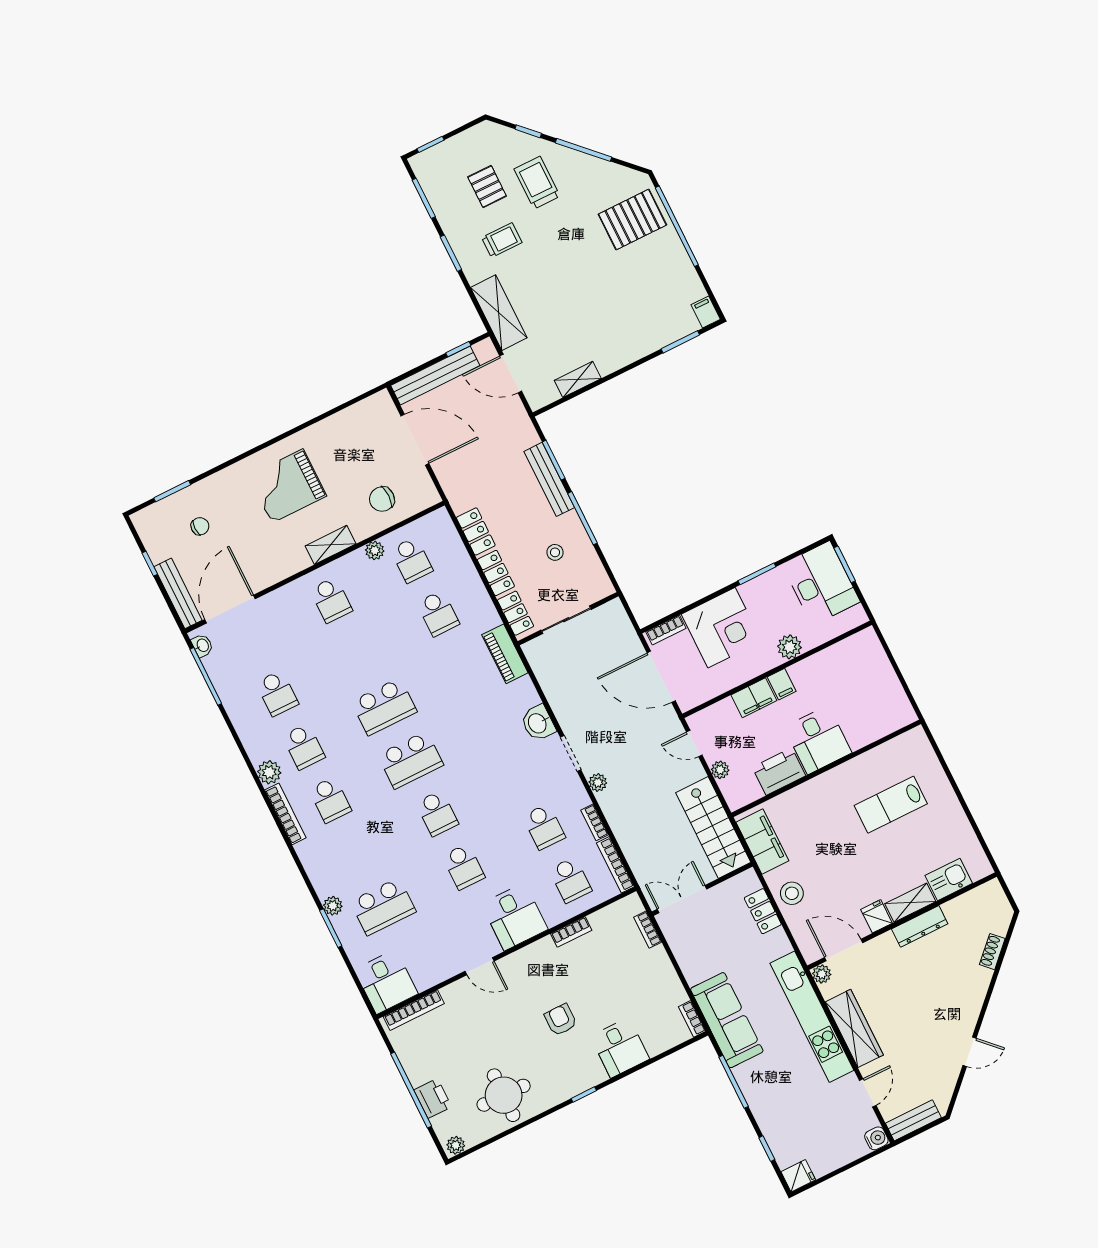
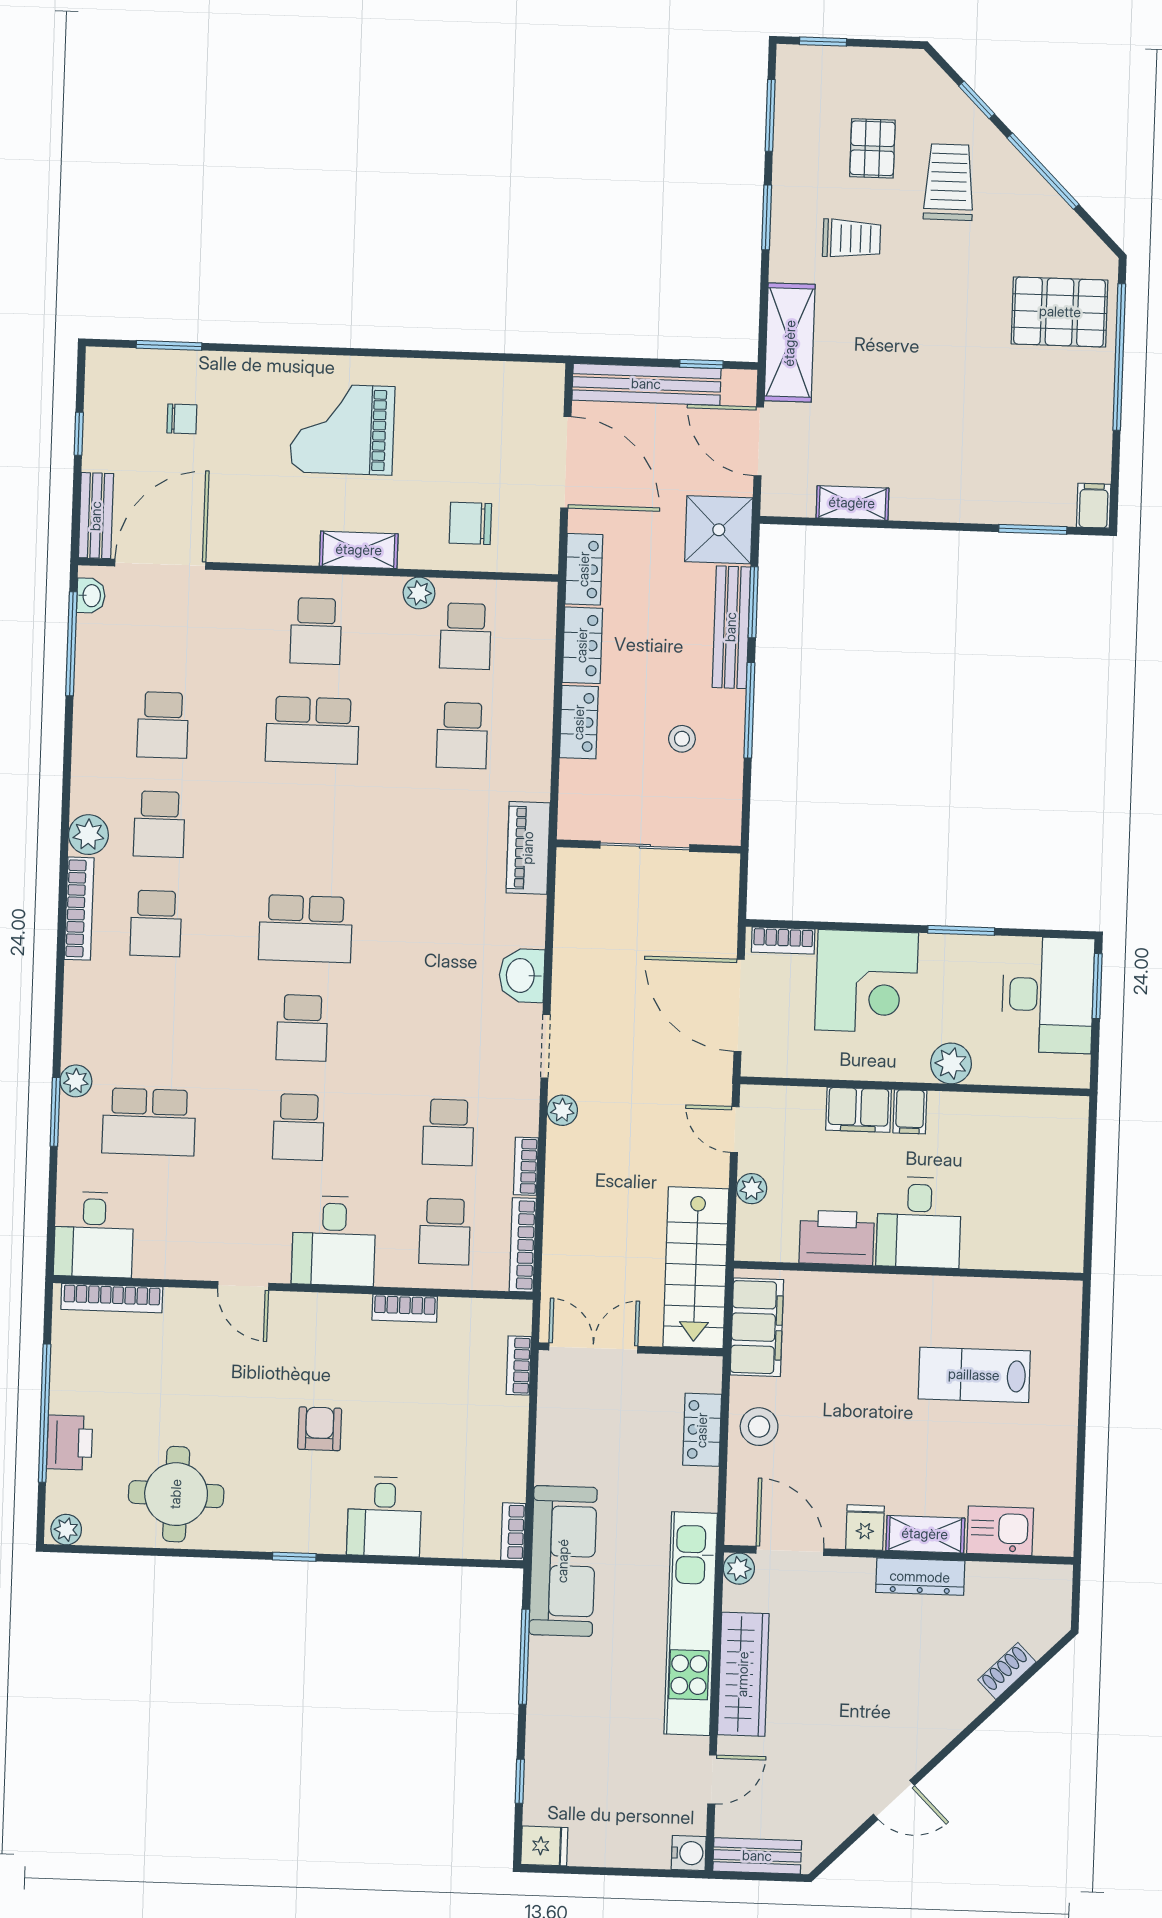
shower: (515, 432) -> (719, 530), added
bench: (178, 593) -> (96, 516), width x0.73
locker: (516, 613) -> (584, 569), moved
school desk: (384, 707) -> (312, 730), moved

